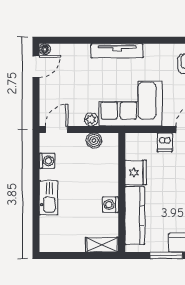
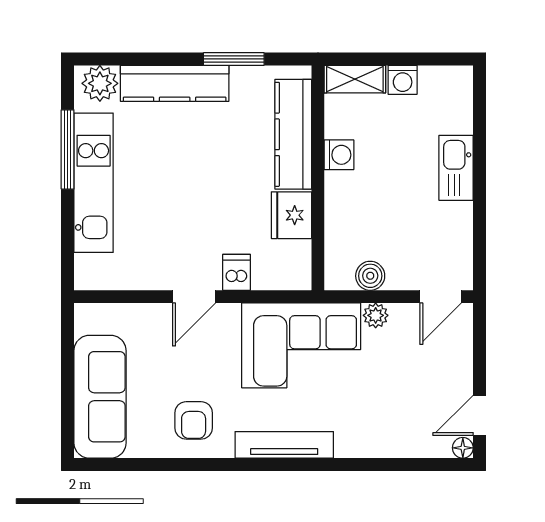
tv unit: (117, 51) -> (284, 445), moved
washing machine: (47, 161) -> (403, 80), moved, turned -90

